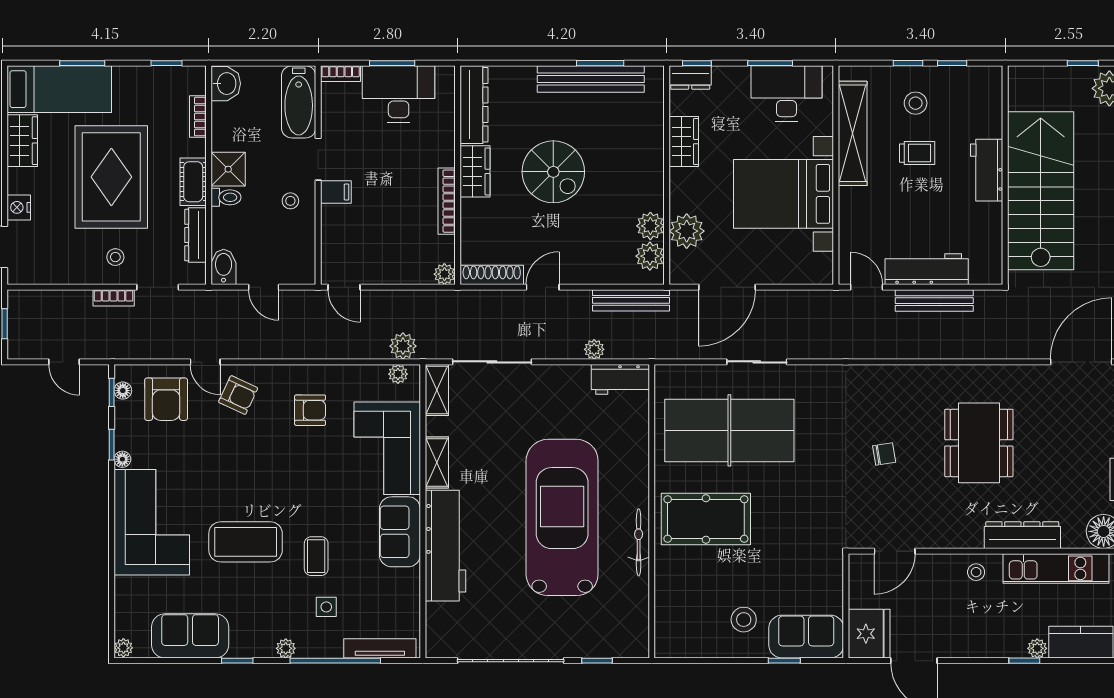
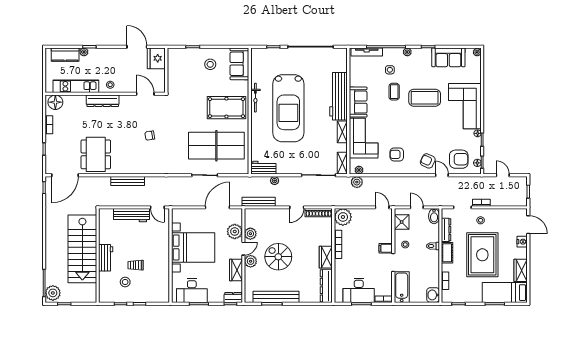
stool: (916, 103) -> (125, 282), moved
shelving: (853, 133) -> (163, 274), removed
shower: (228, 169) -> (402, 222), moved
spiral stairs: (553, 172) -> (278, 257), moved
door: (667, 191) -> (243, 249), added
plant: (650, 256) -> (251, 261), moved
plant: (444, 274) -> (343, 217), width x1.88, depth x1.88
bench: (934, 301) -> (128, 181), moved
armchair: (166, 399) -> (459, 159), turned 90
dining table: (979, 443) -> (96, 154), moved
dresser: (1022, 535) -> (103, 101), moved
door: (895, 551) -> (145, 94), hinge flipped
sofa: (806, 637) -> (239, 64), moved, turned 90

